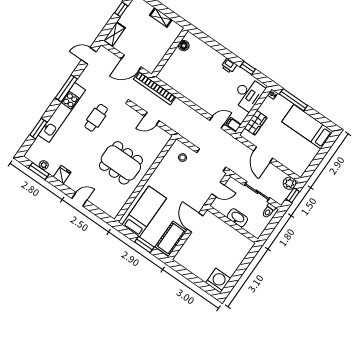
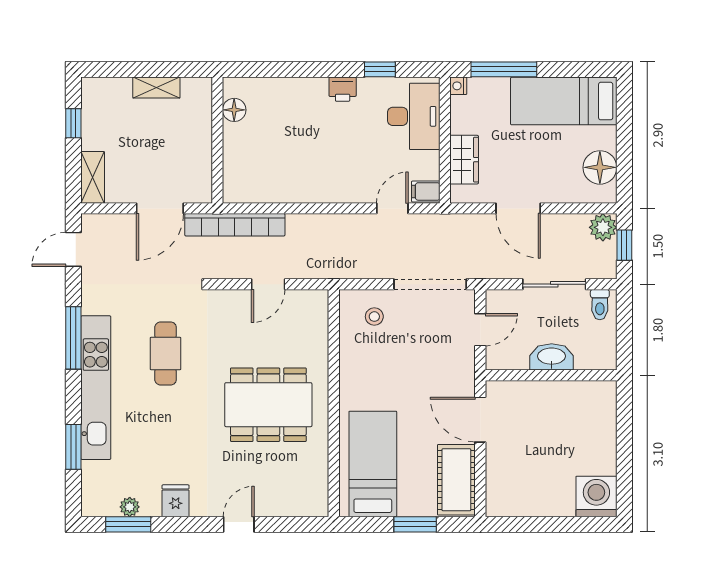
floor lamp: (304, 160) -> (600, 167), added

